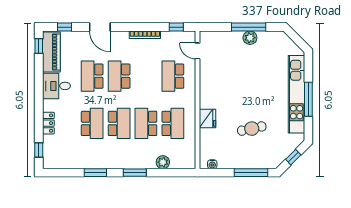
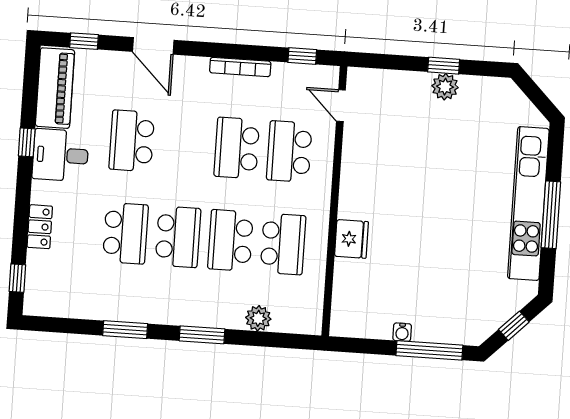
window: (249, 27) -> (444, 66), width x0.46
window: (39, 46) -> (27, 142), moved
school desk: (119, 76) -> (237, 148), moved
cafe table: (252, 129) -> (436, 264), removed
water cooler: (212, 164) -> (402, 332), moved

